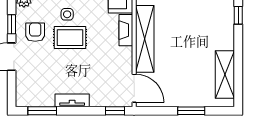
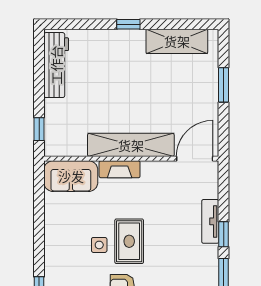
window: (238, 15) -> (128, 24), moved
tv unit: (72, 100) -> (210, 221), moved
window: (115, 111) -> (224, 234), moved

